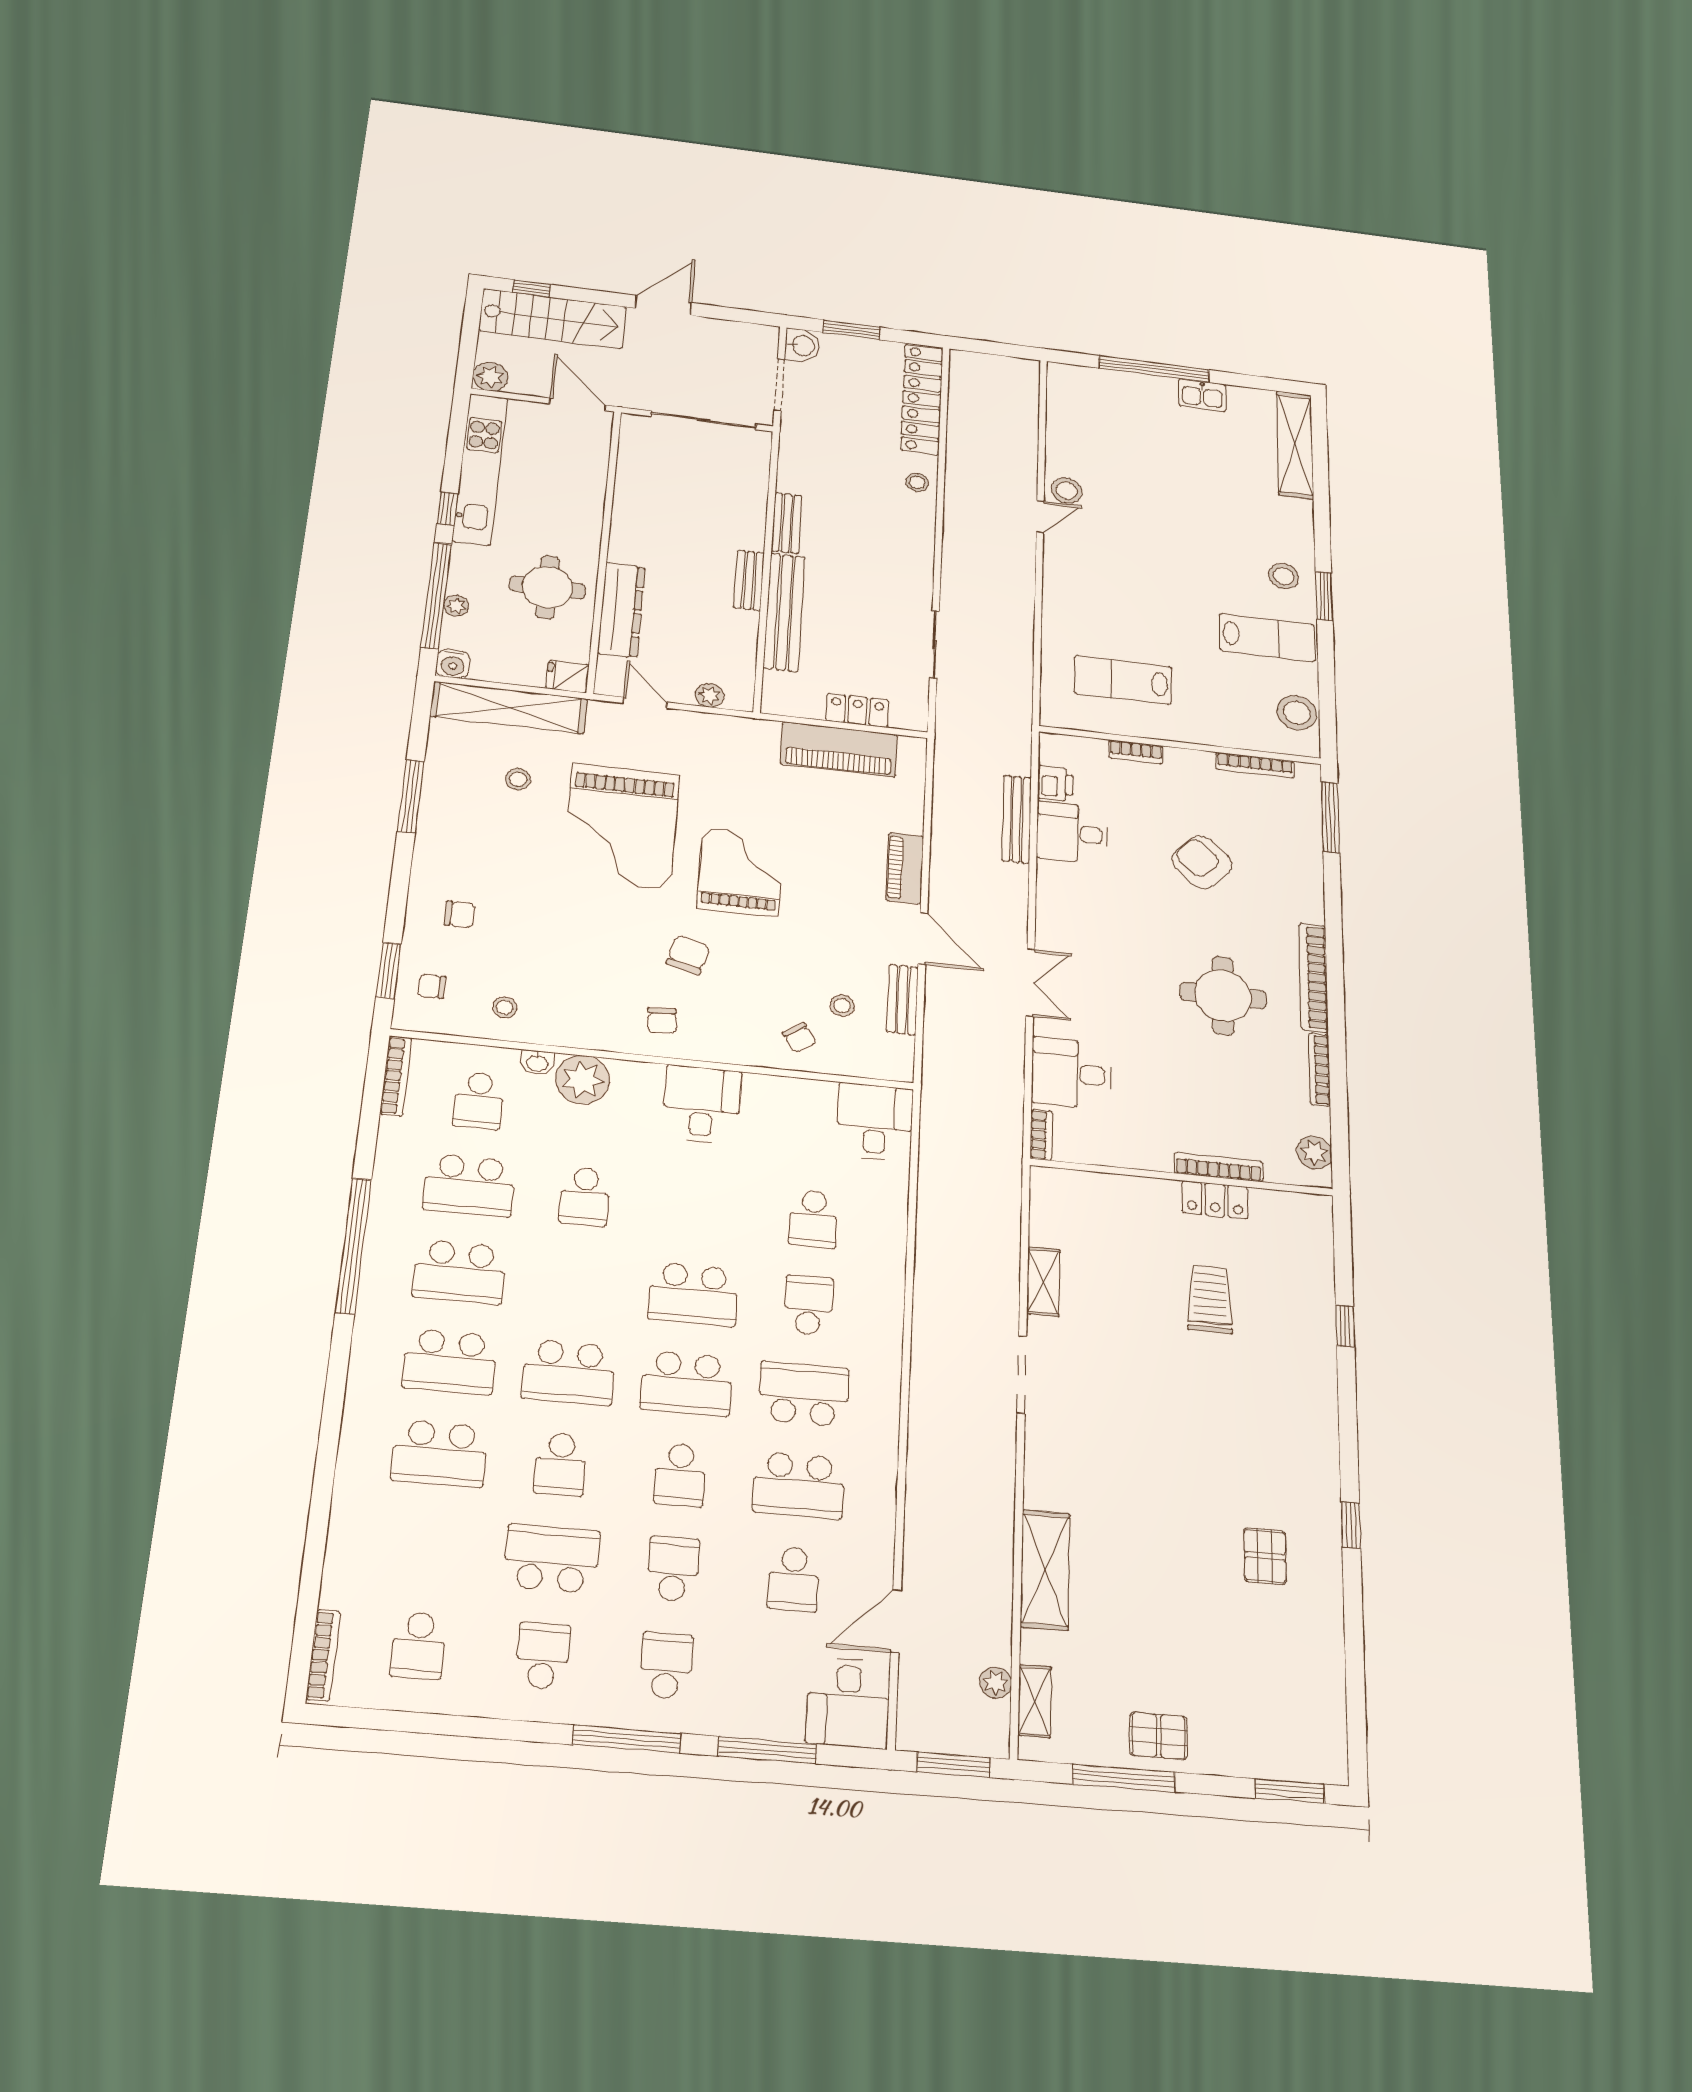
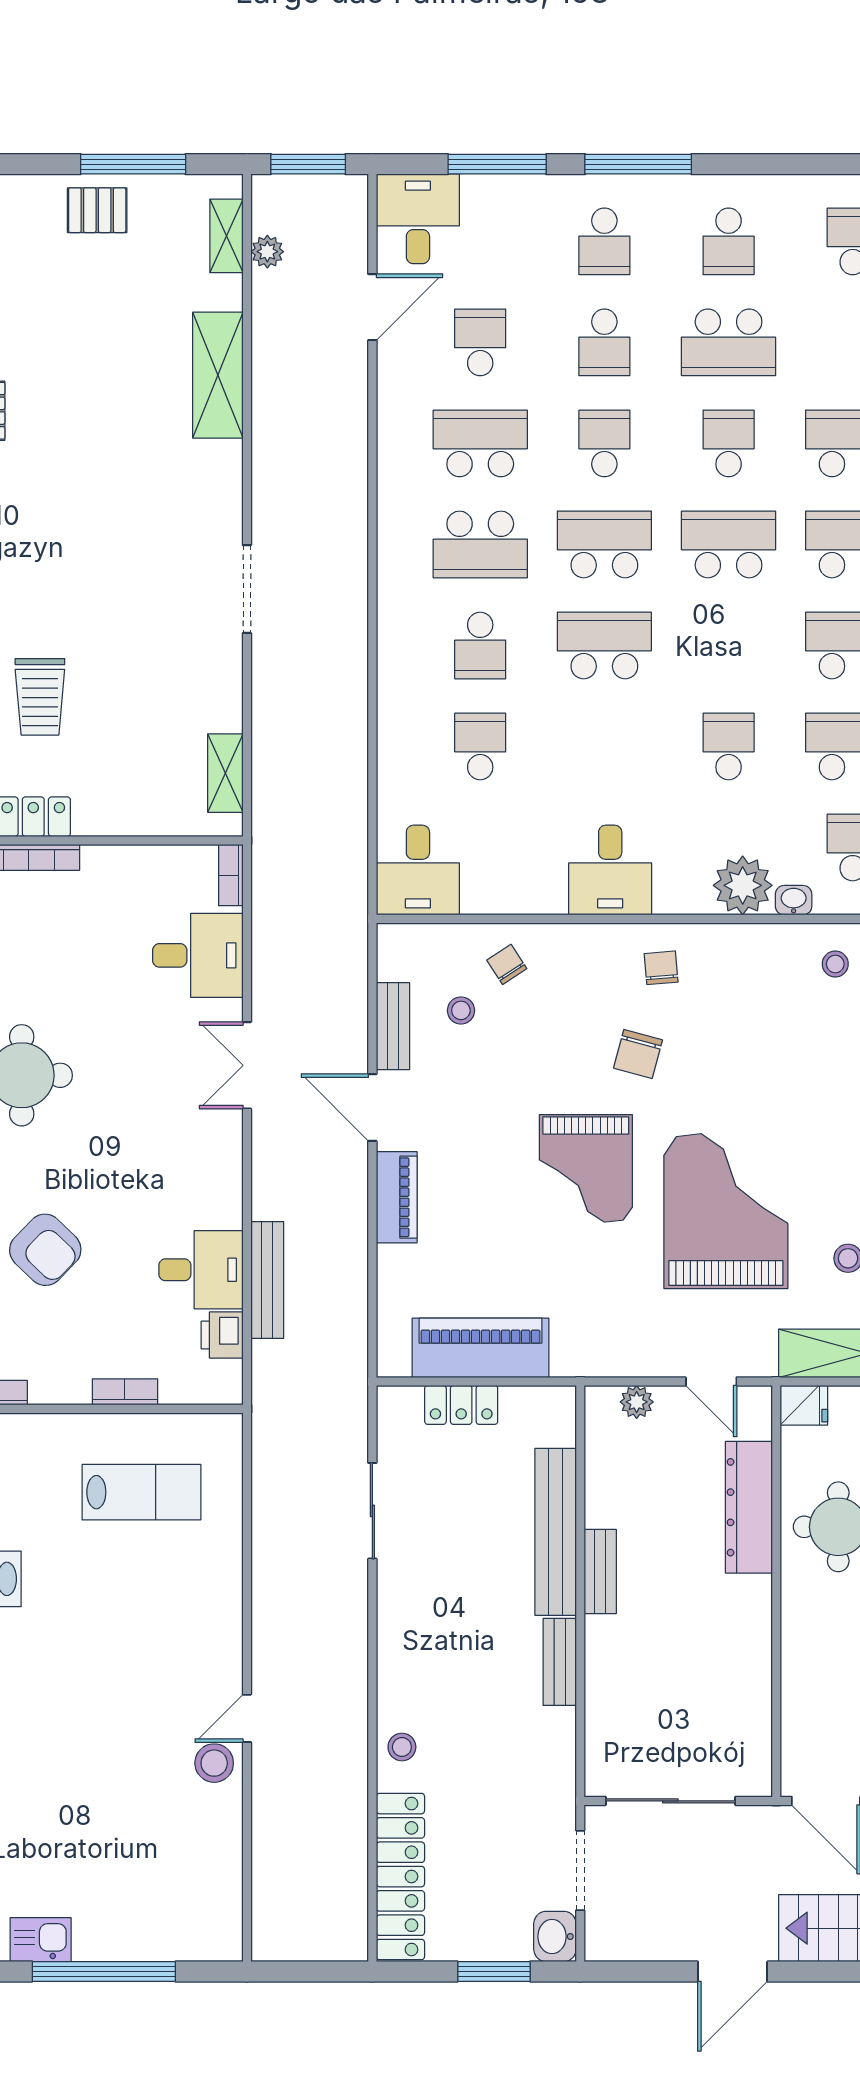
shelving: (1043, 1282) -> (225, 773), moved

